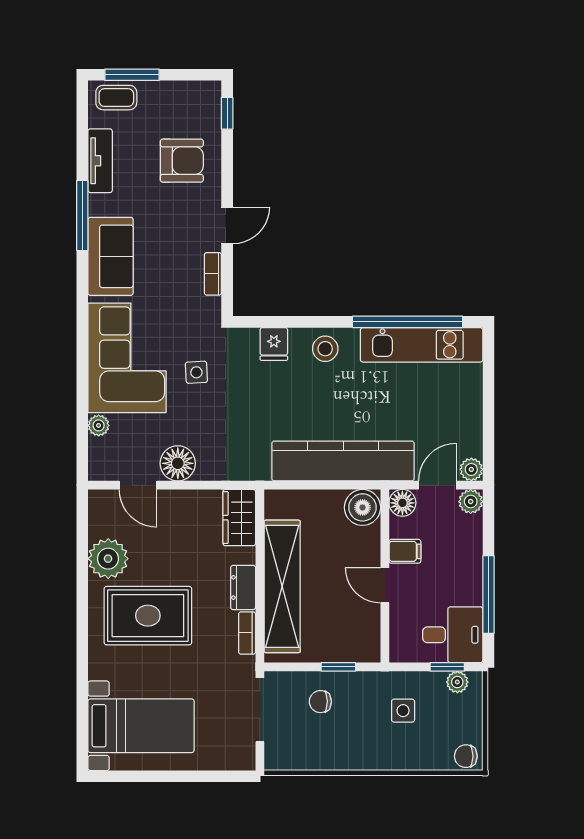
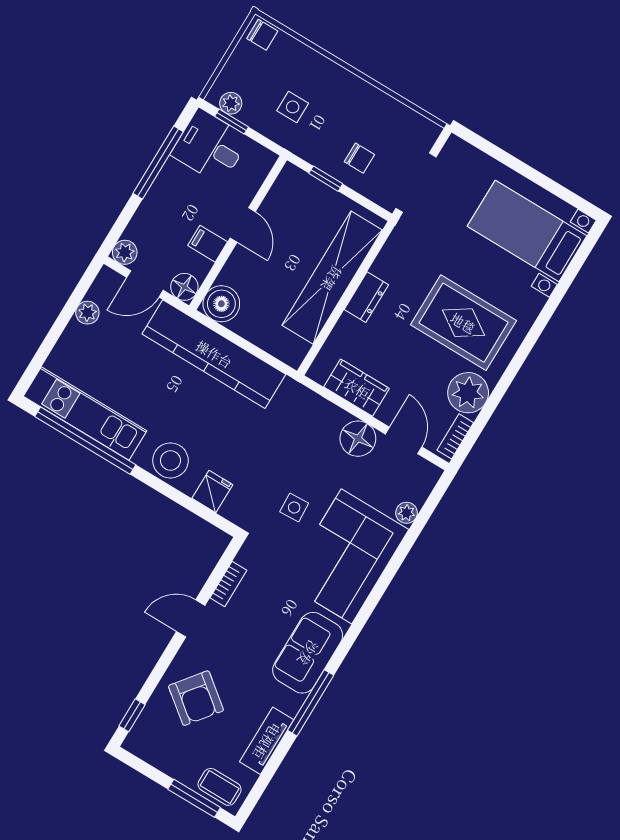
armchair: (182, 161) -> (196, 698), turned -142
stool: (325, 349) -> (170, 460), width x1.38, depth x1.38
plant: (471, 469) -> (87, 313), moved
wardrobe: (239, 518) -> (357, 388), moved, turned -90
bookcase: (247, 633) -> (455, 436), moved, turned 180

